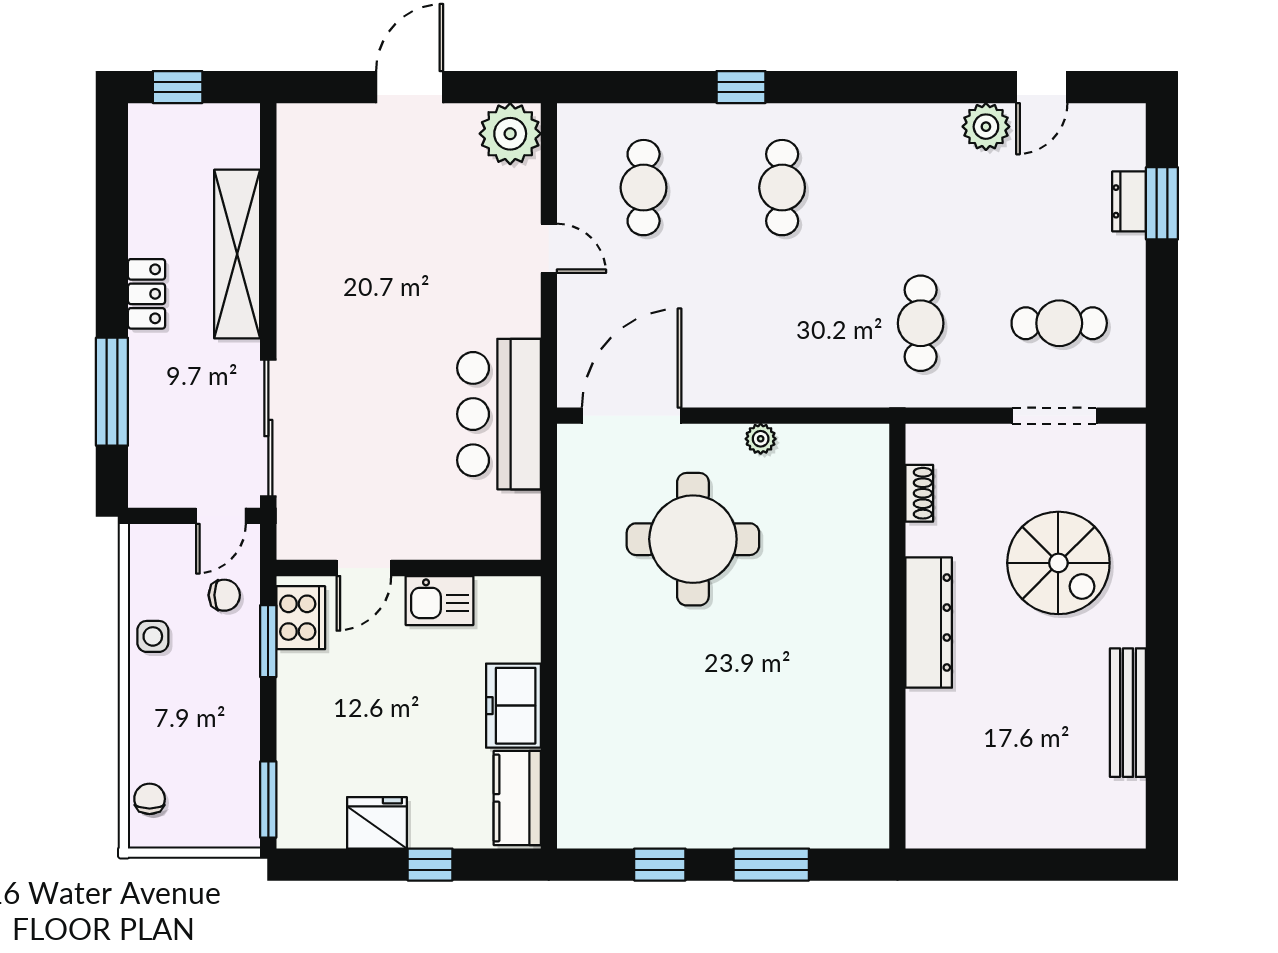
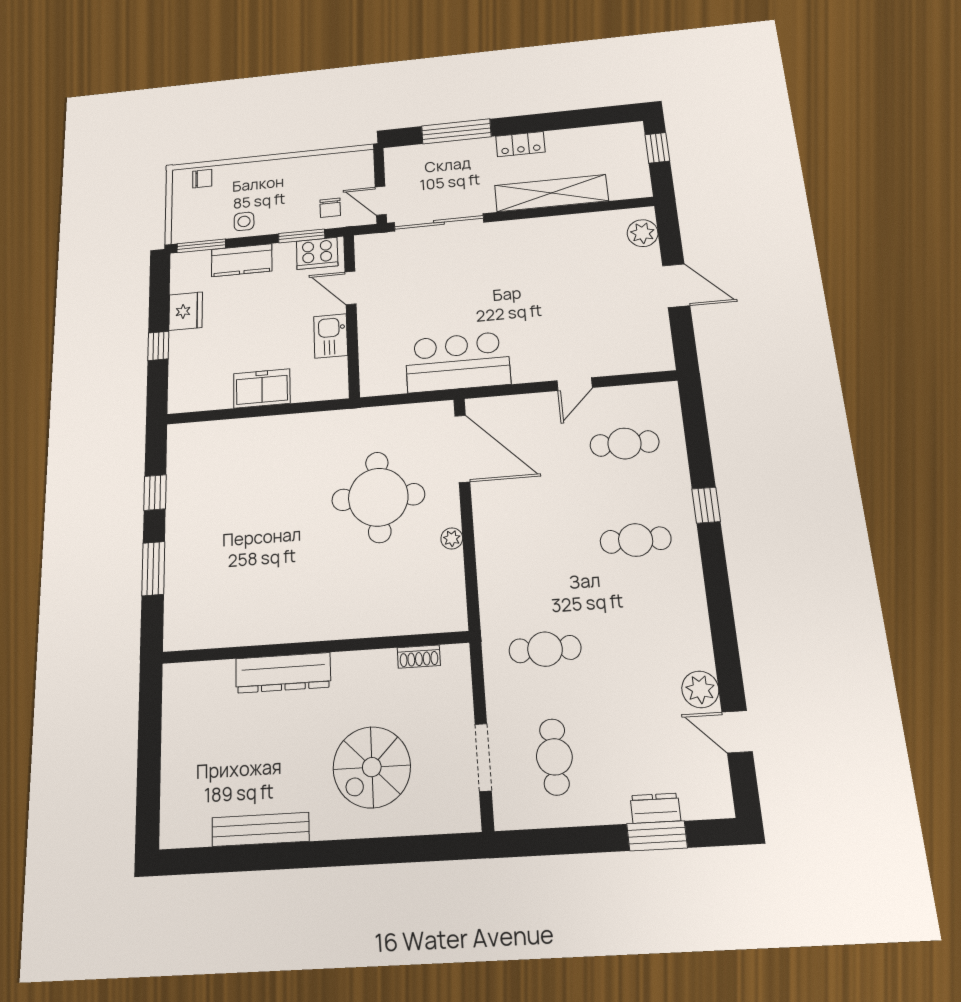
plant: (510, 134) -> (643, 233), moved, width x0.73, depth x0.73
dresser: (929, 623) -> (283, 673), moved
side table: (153, 636) -> (244, 221), moved
kitchen counter: (517, 798) -> (242, 260), moved, turned 180

